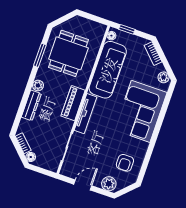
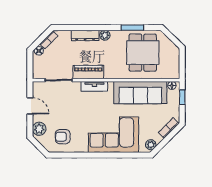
dining table: (68, 53) -> (143, 53), turned 90
piano: (73, 103) -> (88, 72), moved
tv unit: (86, 114) -> (94, 86), width x0.71

